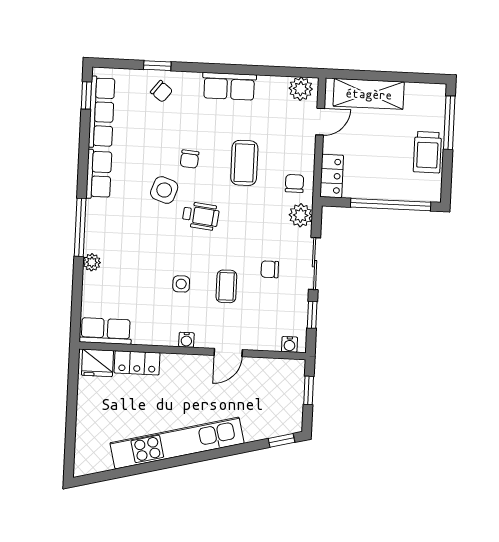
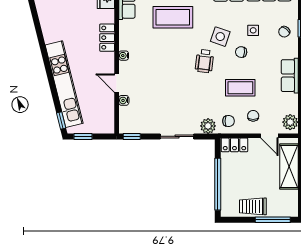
chair: (270, 269) -> (253, 116), moved
side table: (181, 284) -> (253, 30), moved
coffee table: (226, 286) -> (173, 17), moved, width x1.86, depth x1.72
window: (312, 315) -> (132, 136), moved
water cooler: (290, 344) -> (124, 100), moved
locker: (137, 363) -> (107, 38), moved
window: (309, 390) -> (83, 136), moved
kitchen unit: (177, 443) -> (64, 84), moved

